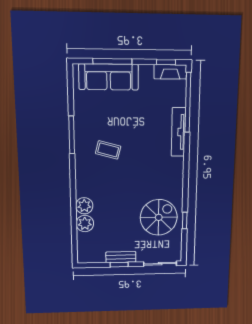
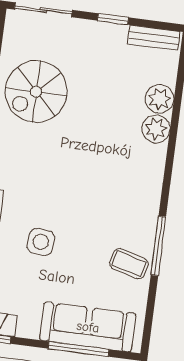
side table: (145, 128) -> (41, 242), added
coffee table: (108, 150) -> (129, 264), moved
bench: (121, 257) -> (154, 38), moved

